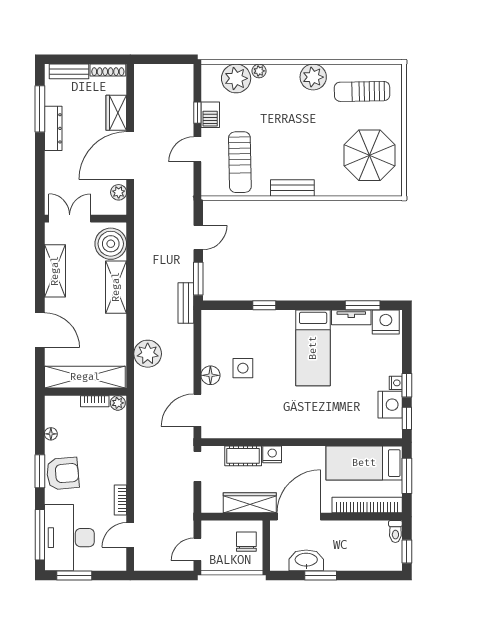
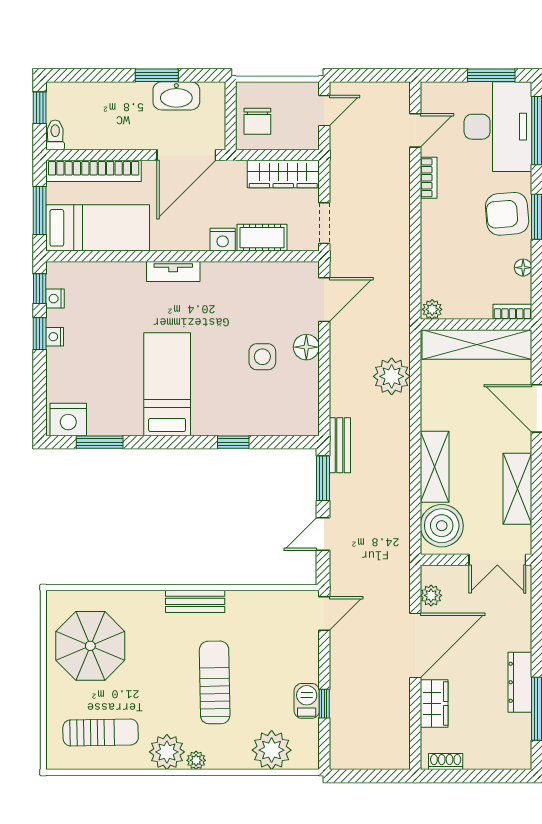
shoe rack: (108, 70) -> (446, 762), width x0.70
bench: (69, 71) -> (498, 760), removed
plant: (259, 71) -> (196, 760), moved
door: (197, 149) -> (324, 614), moved
sun lounger: (240, 162) -> (215, 682), moved
tv unit: (351, 317) -> (173, 271), moved, turned 180
bookcase: (95, 401) -> (512, 312), moved
nightstand: (390, 405) -> (55, 299), width x0.53, depth x0.56
wardrobe: (250, 503) -> (283, 174), moved

